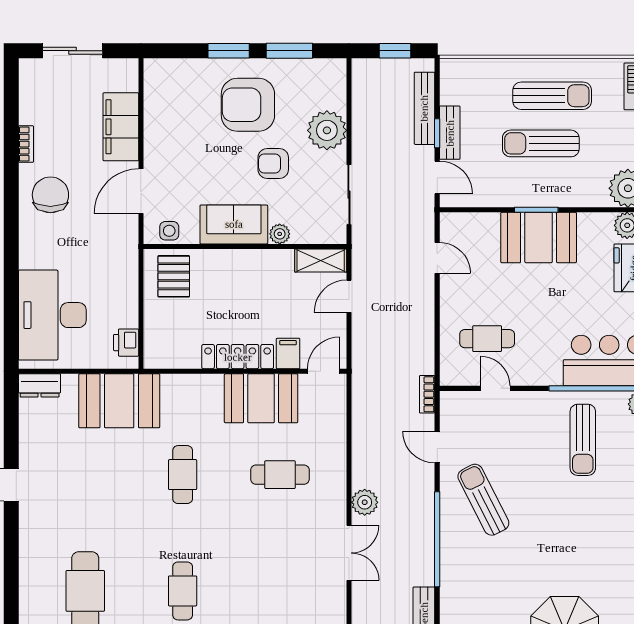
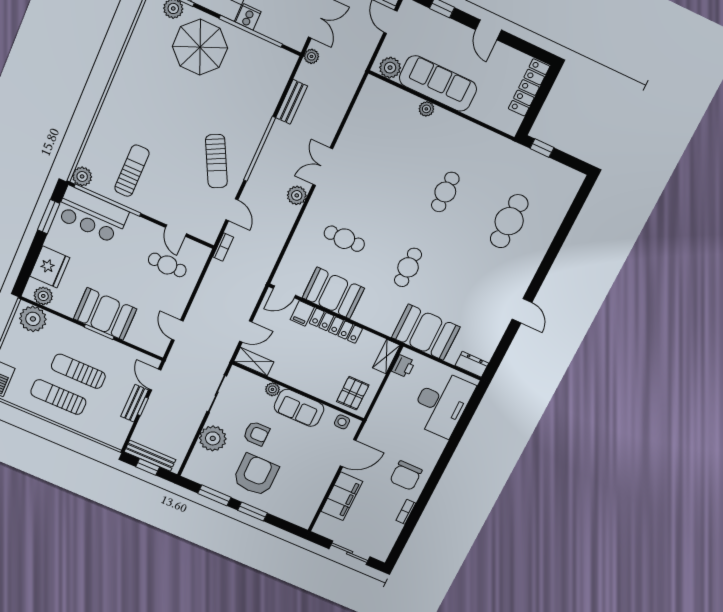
armchair: (248, 105) -> (256, 475), turned -90
bench: (424, 108) -> (150, 456), moved, turned 90
sun lounger: (541, 143) -> (78, 371), turned 180
shelving: (154, 345) -> (386, 357), added

